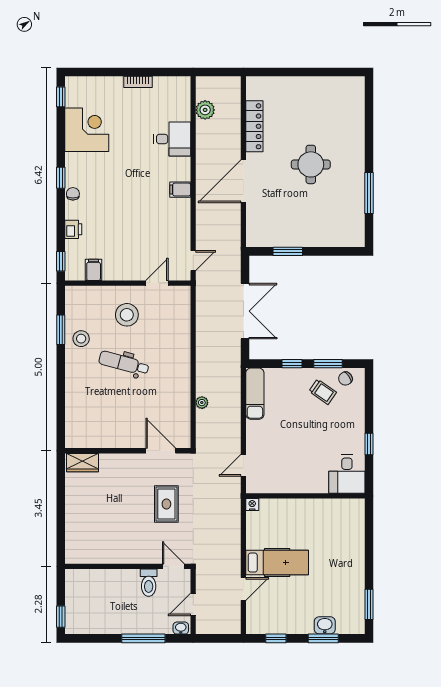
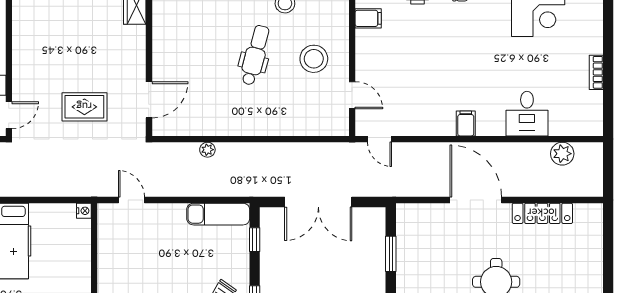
window: (292, 364) -> (255, 240), moved

